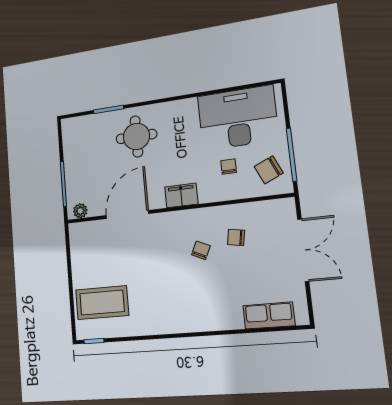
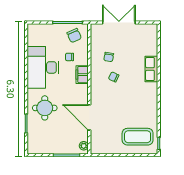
desk: (238, 118) -> (43, 67), moved
filing cabinet: (181, 195) -> (82, 75), moved
coffee table: (102, 303) -> (138, 137), turned 90
row of seats: (269, 316) -> (151, 69), moved

